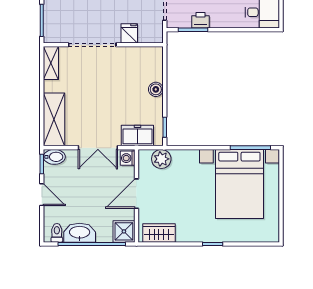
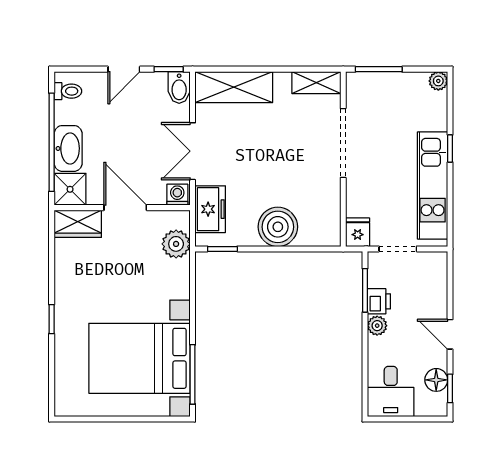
plant: (217, 21) -> (377, 326), added
fridge: (129, 33) -> (358, 232), moved, turned -90
boiler: (156, 89) -> (278, 227), width x1.86, depth x1.86
washbasin: (80, 233) -> (68, 148), moved
wardrobe: (159, 233) -> (78, 224), moved, turned 90

